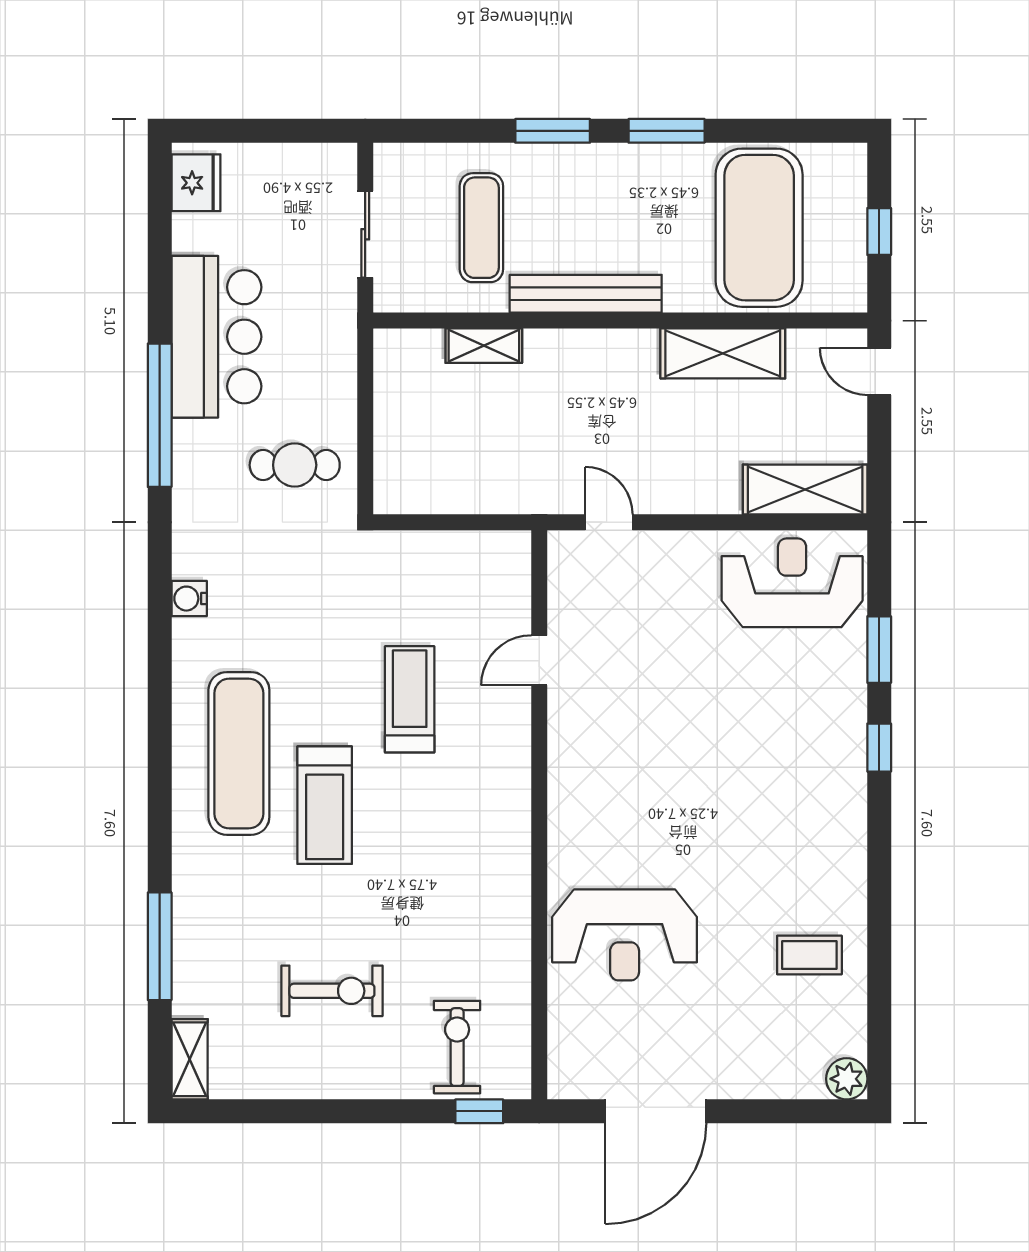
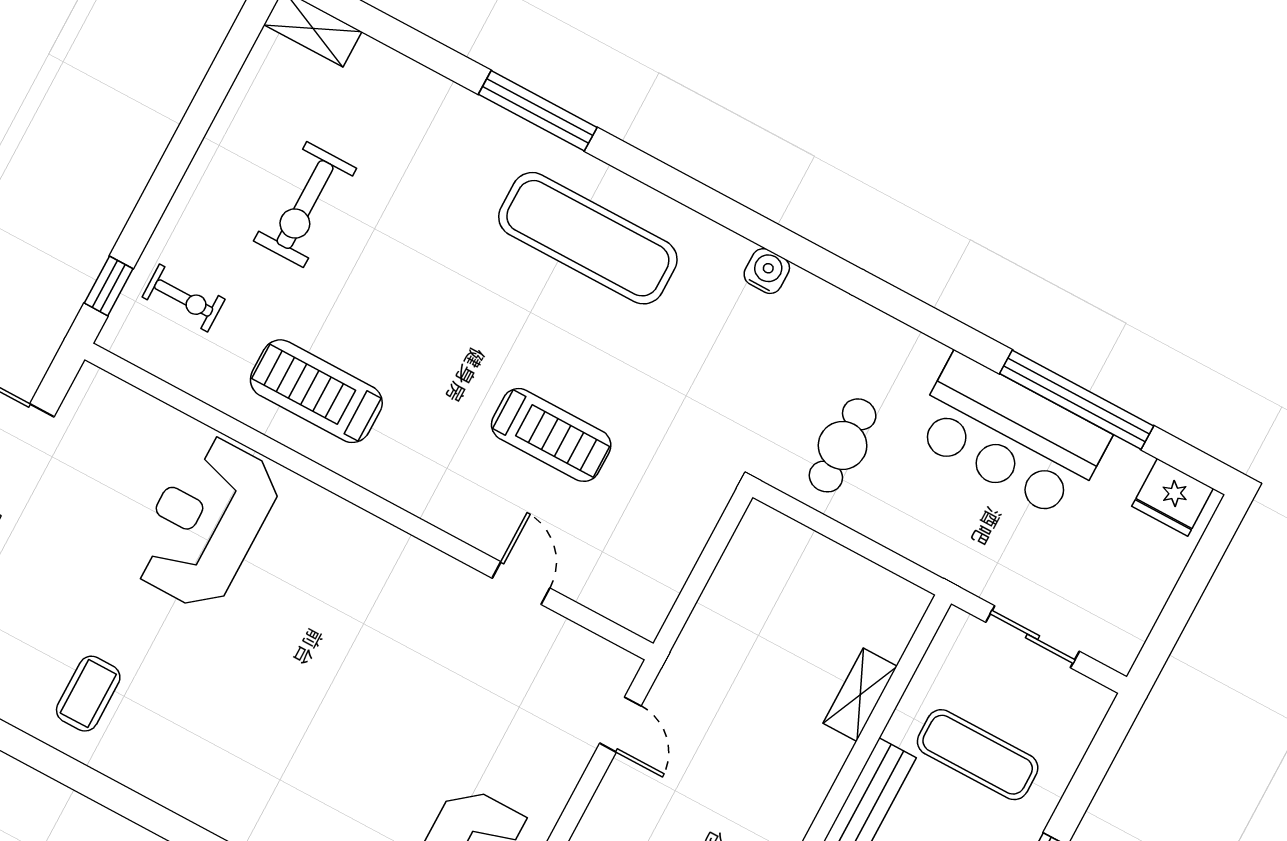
window: (160, 415) -> (1077, 400), moved
door: (609, 522) -> (620, 725), hinge flipped
treadmill: (325, 805) -> (316, 391), moved
window: (160, 946) -> (538, 111), moved
exercise bike: (457, 1047) -> (184, 298), width x0.73, depth x0.72

